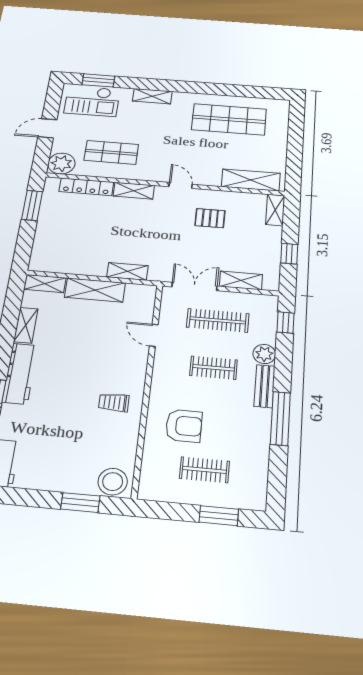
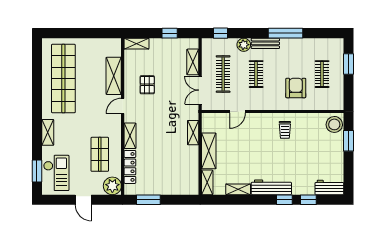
shop shelf: (229, 119) -> (63, 79), width x1.40
shelving: (251, 180) -> (114, 76), moved

